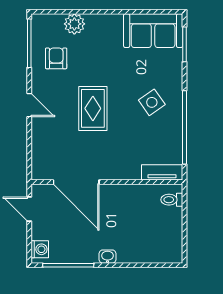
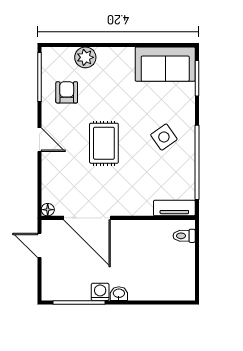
floor lamp: (37, 174) -> (48, 210), added
washing machine: (40, 249) -> (100, 292), moved, turned -90

